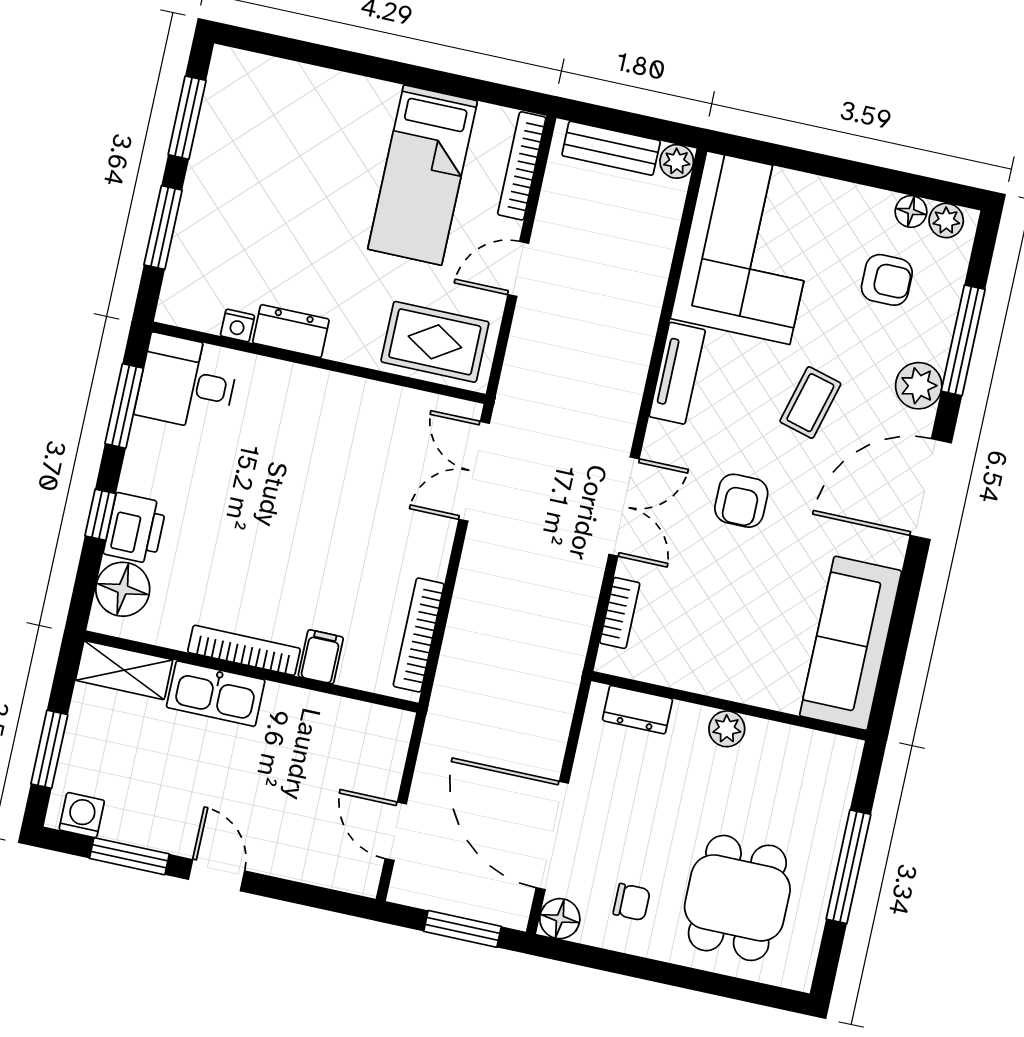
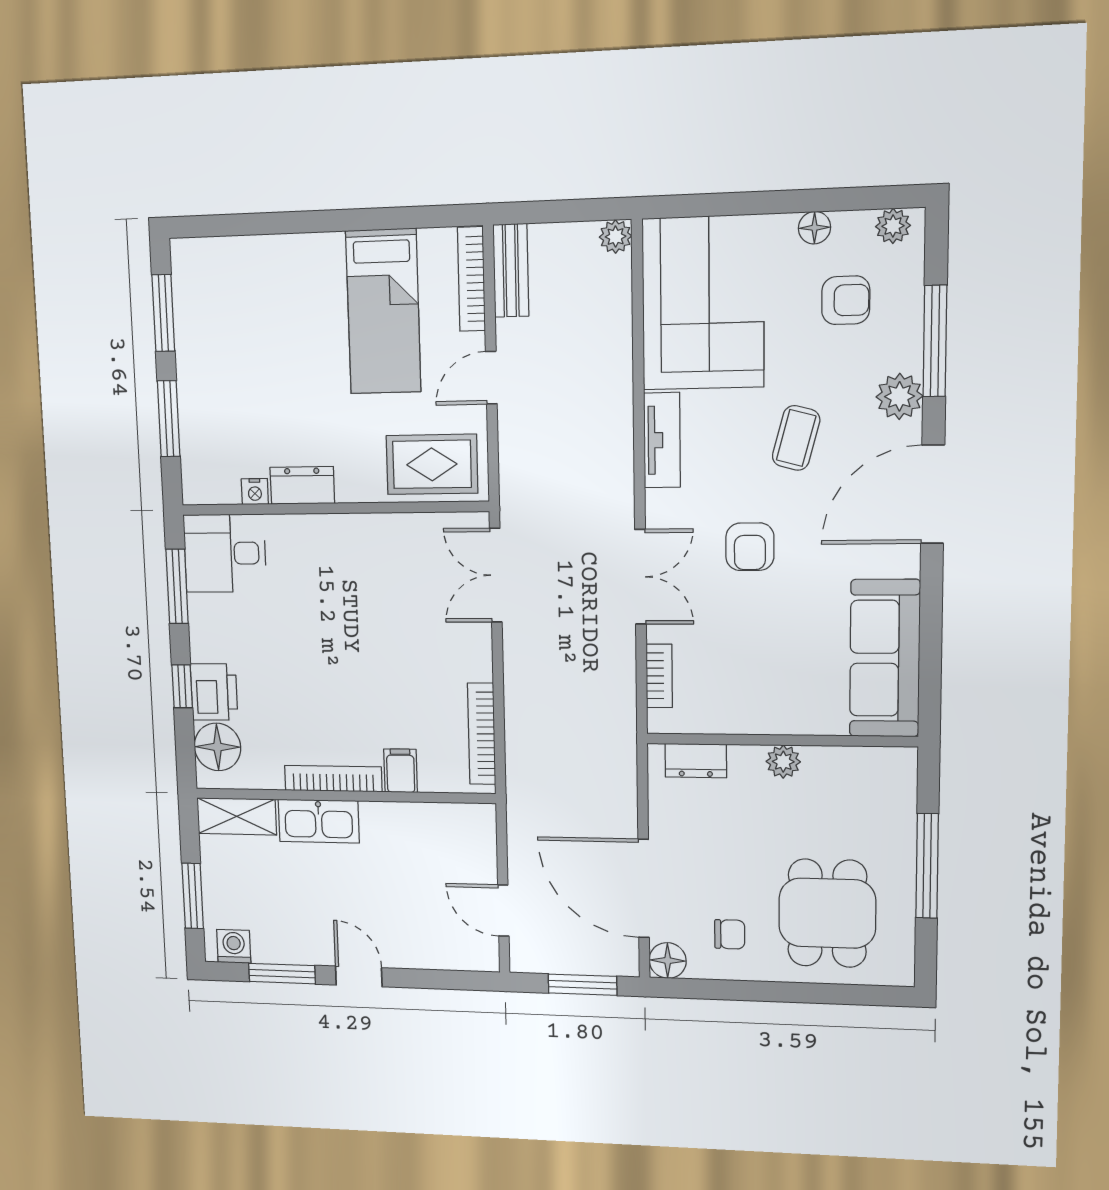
bench: (611, 148) -> (511, 270), moved, turned 90
floor lamp: (911, 212) -> (814, 228), moved

